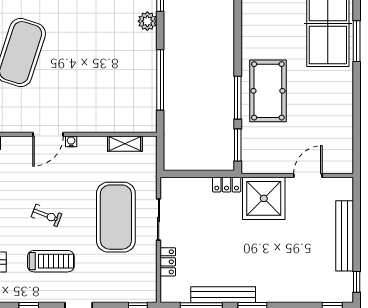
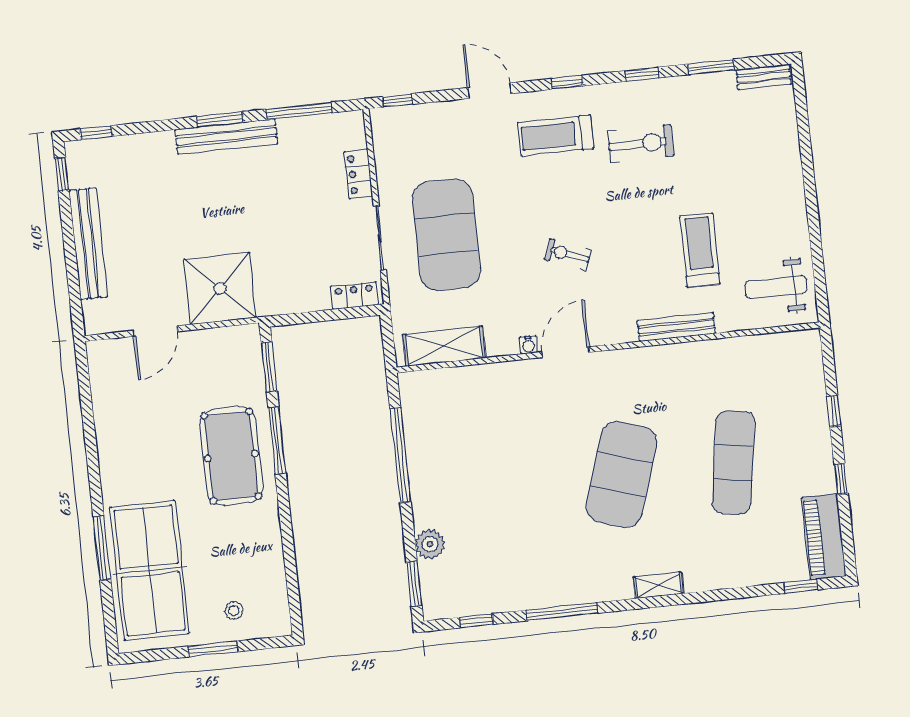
shelving: (125, 144) -> (444, 346), width x1.50, depth x1.33
locker: (227, 185) -> (354, 296), moved
exercise bike: (47, 215) -> (568, 254), moved
treadmill: (51, 261) -> (556, 135), moved
bench: (223, 295) -> (226, 137), moved

